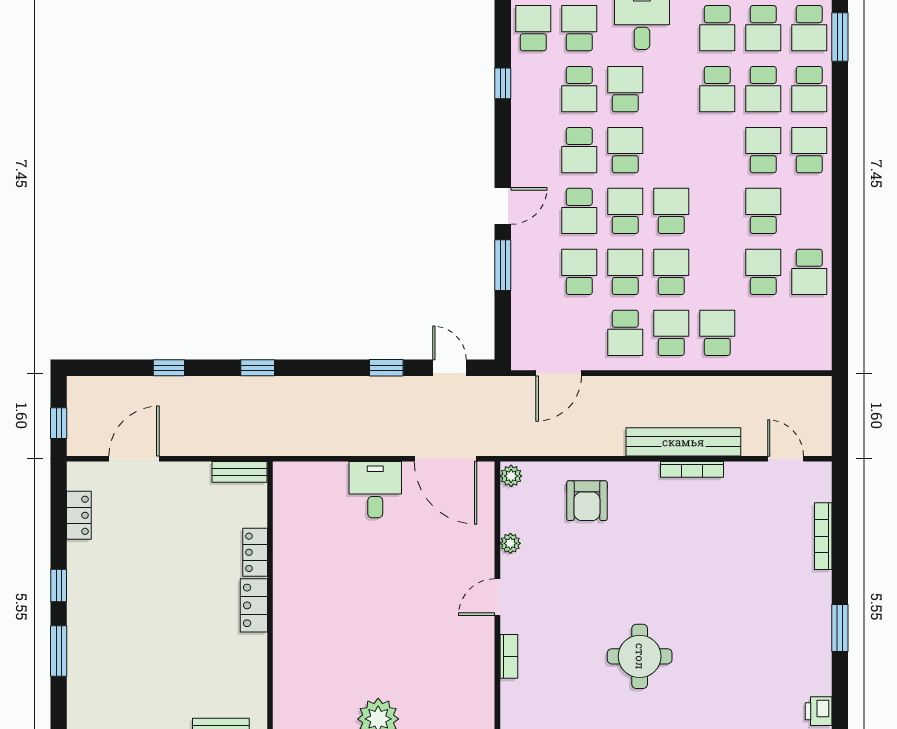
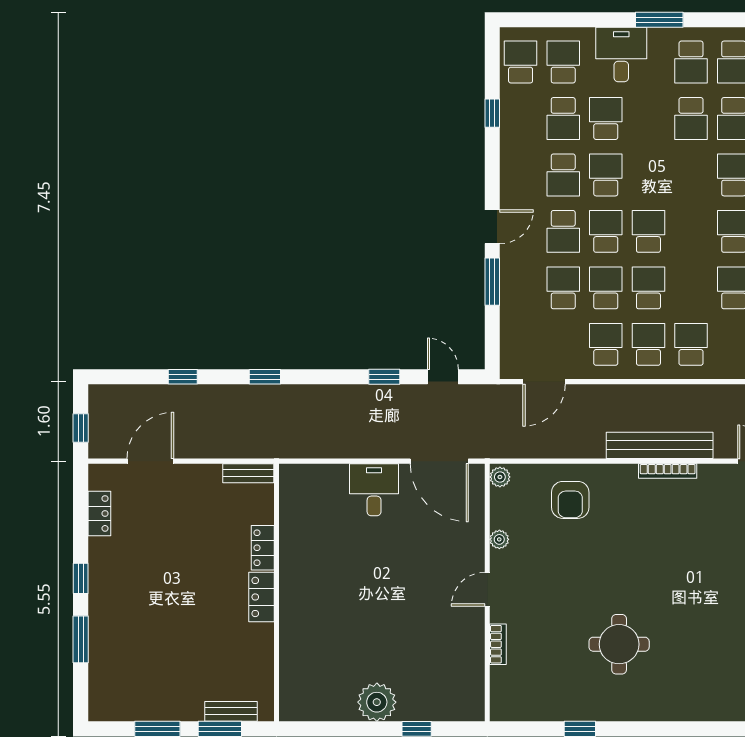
school desk: (625, 333) -> (606, 344), turned 180

